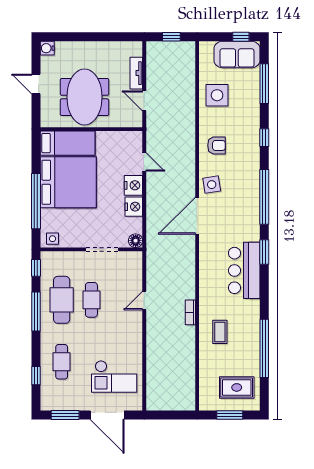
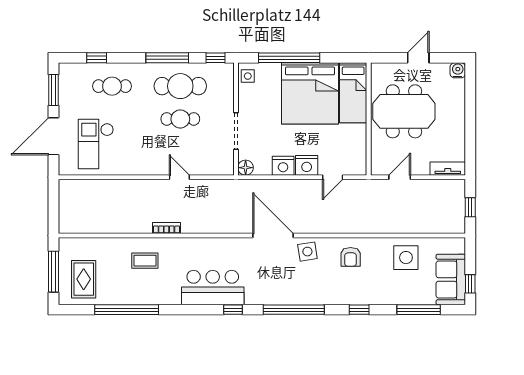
tv unit: (136, 73) -> (448, 169), moved
window: (264, 252) -> (233, 310), width x0.67
window: (230, 415) -> (53, 272), width x1.44

